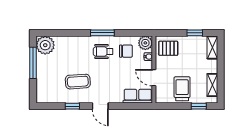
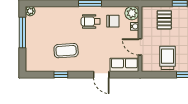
plant: (45, 45) -> (30, 11), width x0.53, depth x0.53
pallet: (168, 48) -> (164, 20), moved, turned 90
door: (100, 106) -> (101, 75), moved

